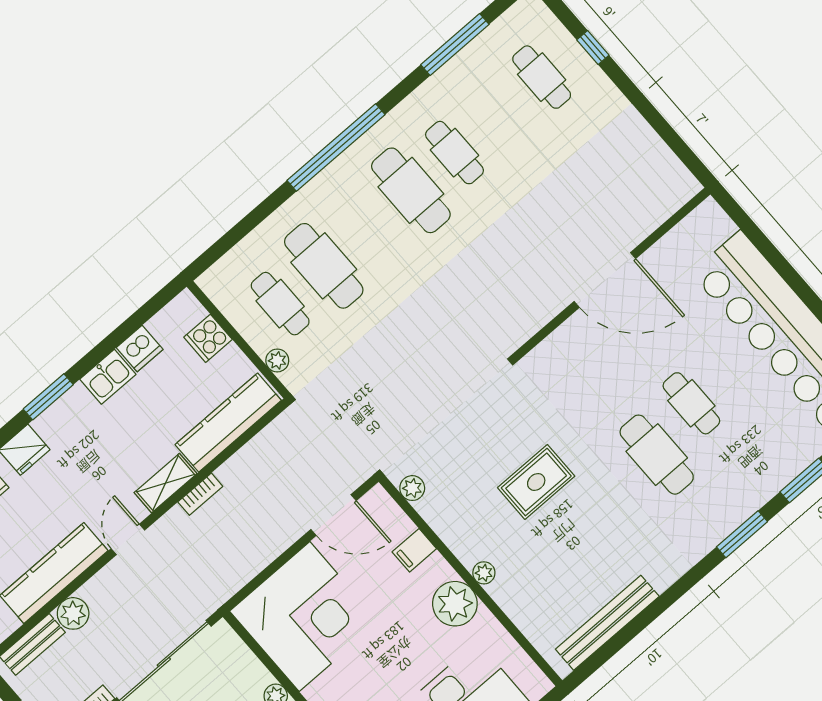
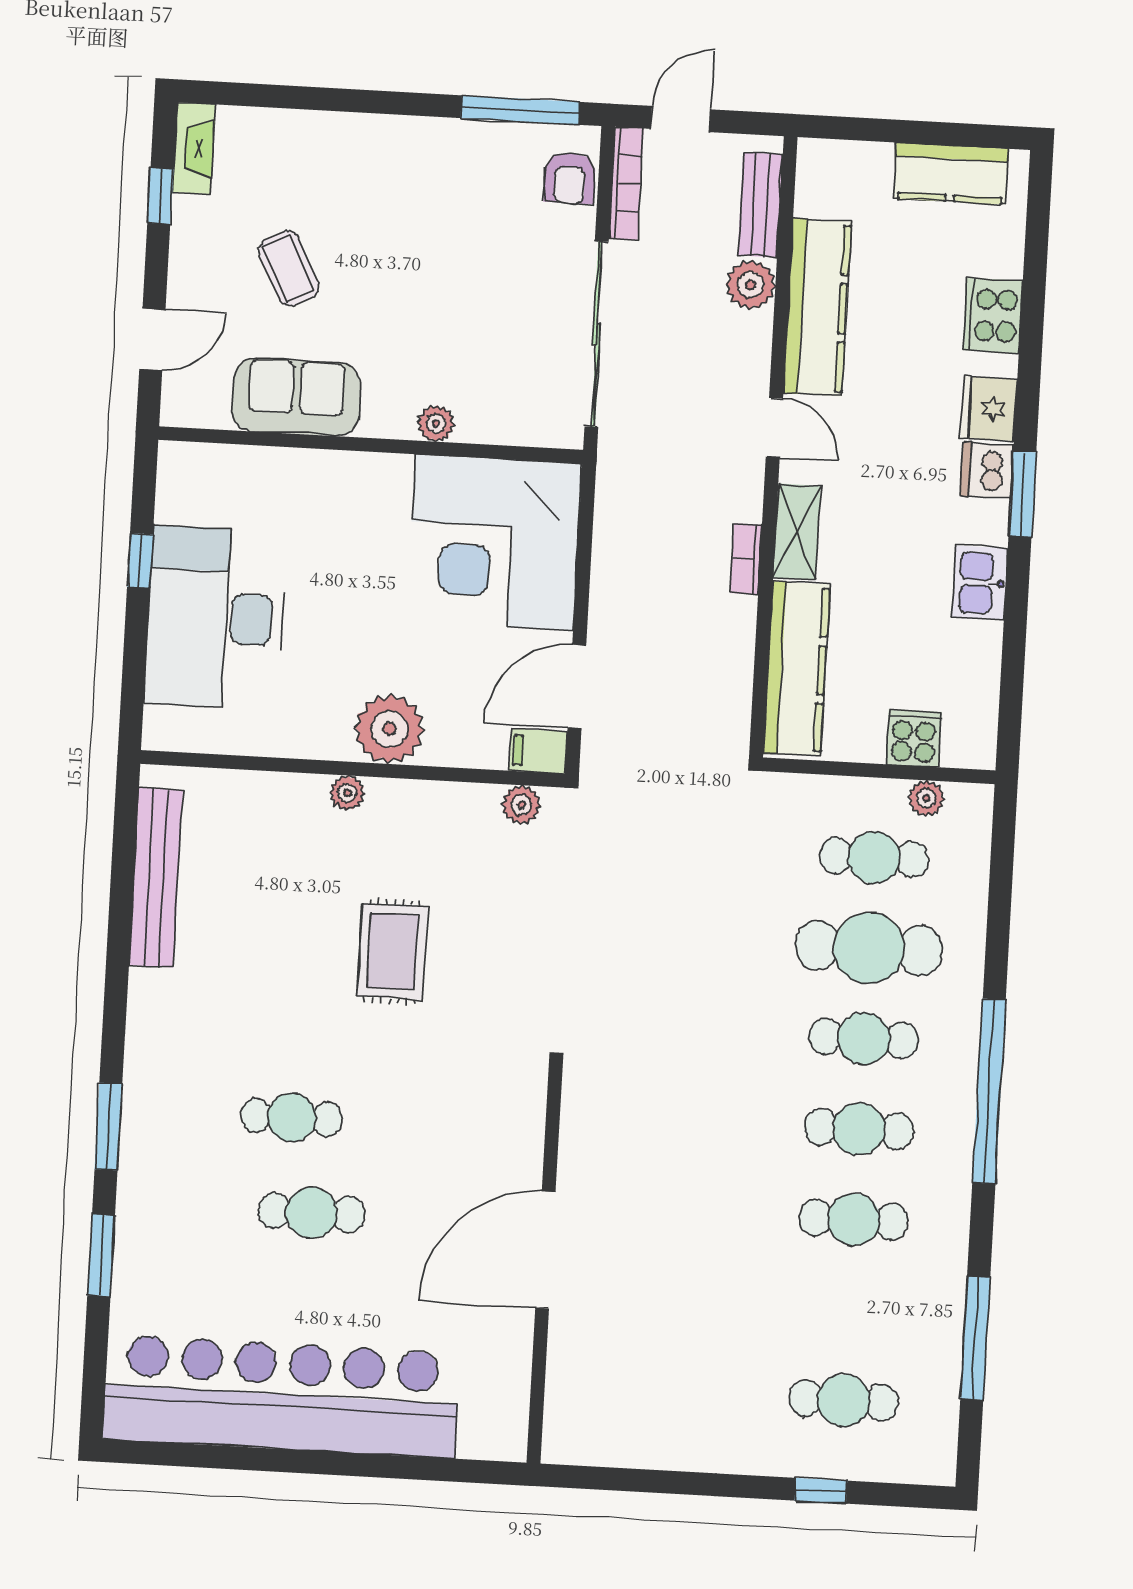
cafe table: (411, 190) -> (859, 1129), width x0.73, depth x0.74
cafe table: (367, 228) -> (864, 1038), added
dishwasher: (140, 349) -> (987, 470), moved
plant: (277, 360) -> (926, 798), moved
cafe table: (657, 455) -> (292, 1117), width x0.73, depth x0.74
filing cabinet: (414, 550) -> (538, 751), moved, turned -90
plant: (455, 604) -> (389, 729), moved

